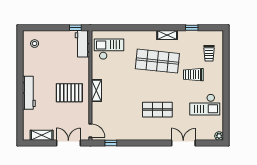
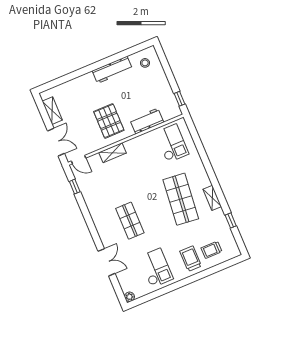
workbench: (82, 44) -> (147, 121), moved
trolley: (193, 75) -> (191, 259), moved
shelving: (96, 91) -> (113, 153), moved
workbench: (29, 93) -> (112, 70), moved
checkout: (205, 105) -> (156, 268), turned 180
door: (90, 131) -> (79, 160), hinge flipped

